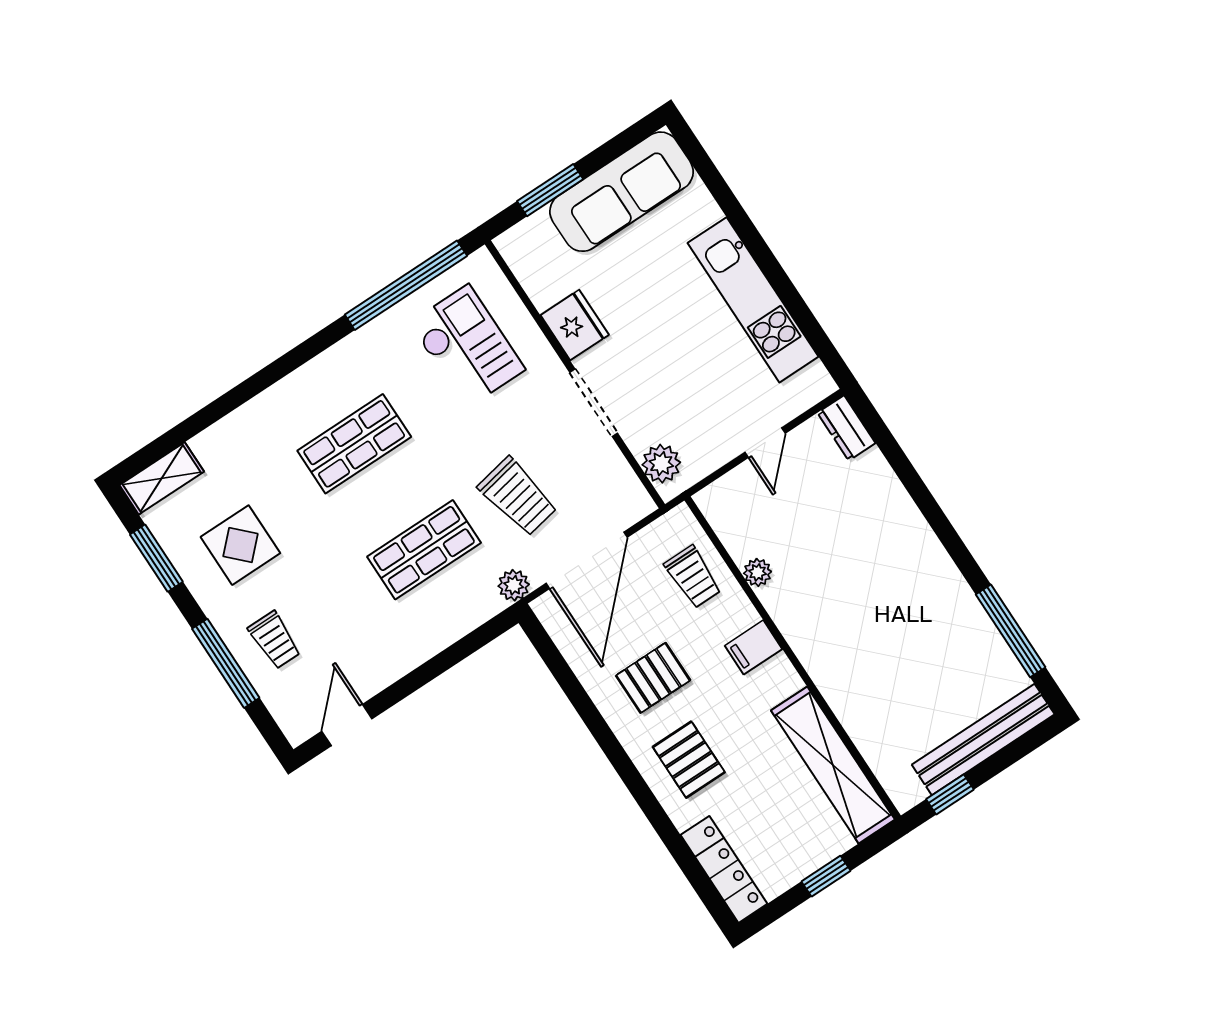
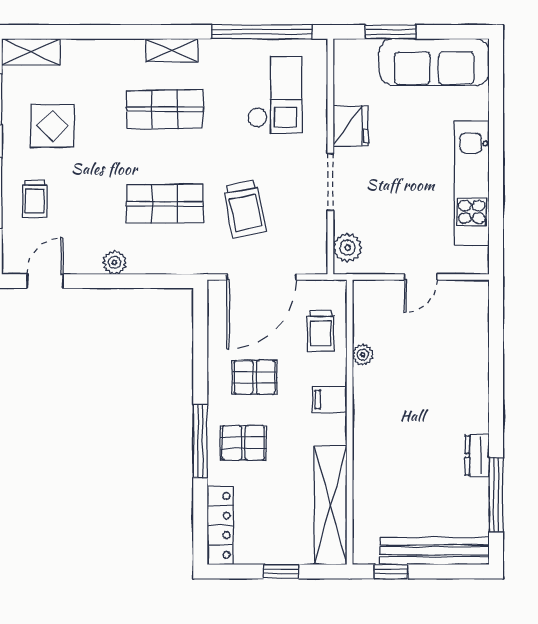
shelving: (318, 373) -> (172, 50), added
dresser: (846, 428) -> (477, 455), moved
plant: (514, 585) -> (114, 263), moved
pallet: (689, 760) -> (243, 443), turned 90
window: (639, 789) -> (200, 441), added

